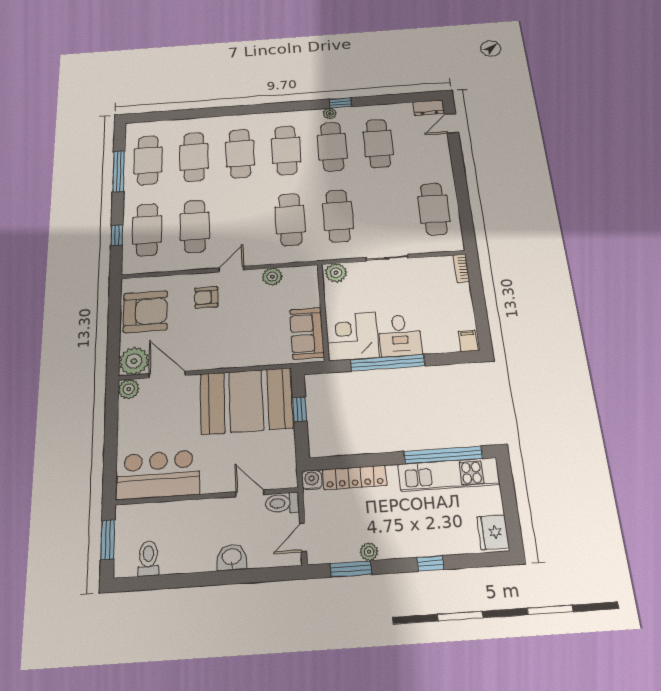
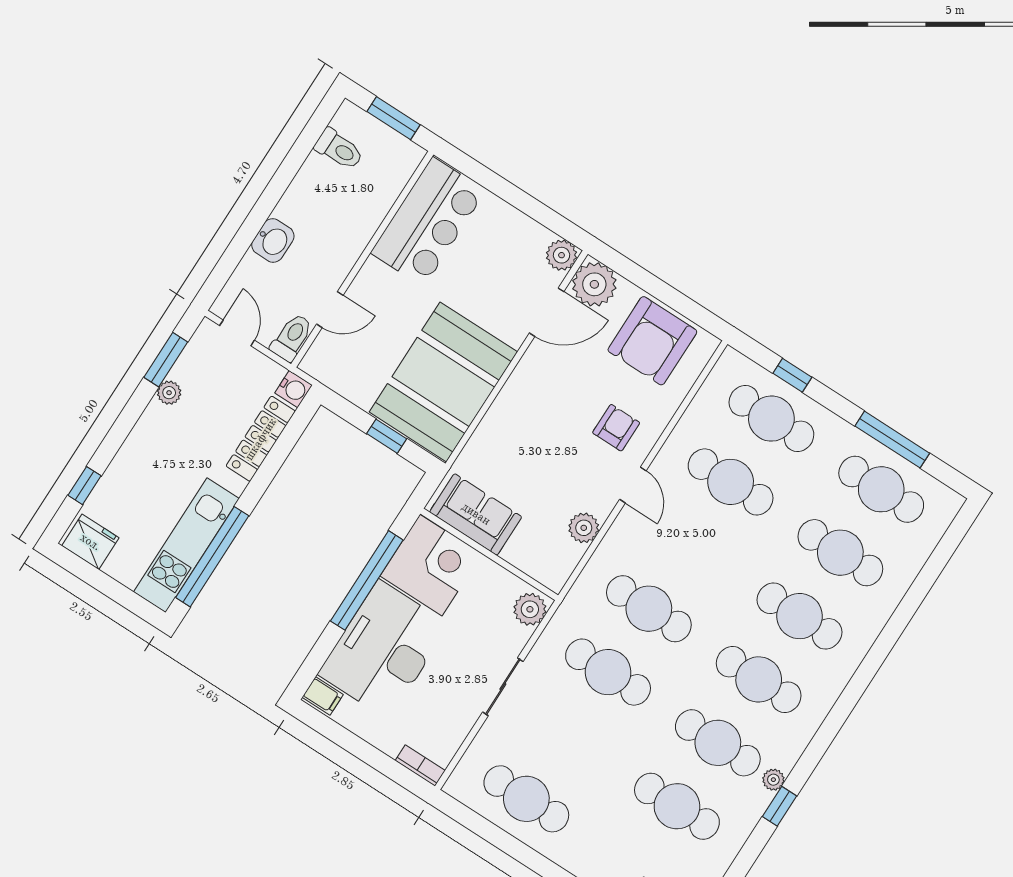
desk: (400, 335) -> (384, 649), width x1.87, depth x1.30
window: (430, 563) -> (85, 486), moved

